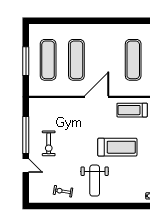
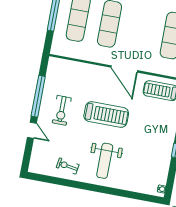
door: (97, 97) -> (124, 69), swing flipped
treadmill: (117, 147) -> (106, 115), moved

